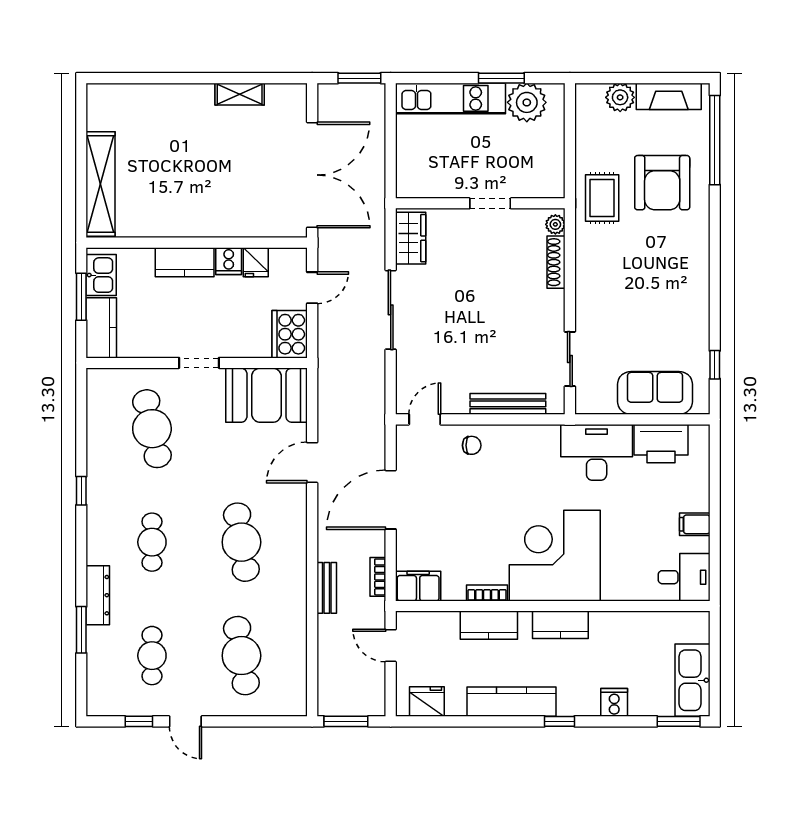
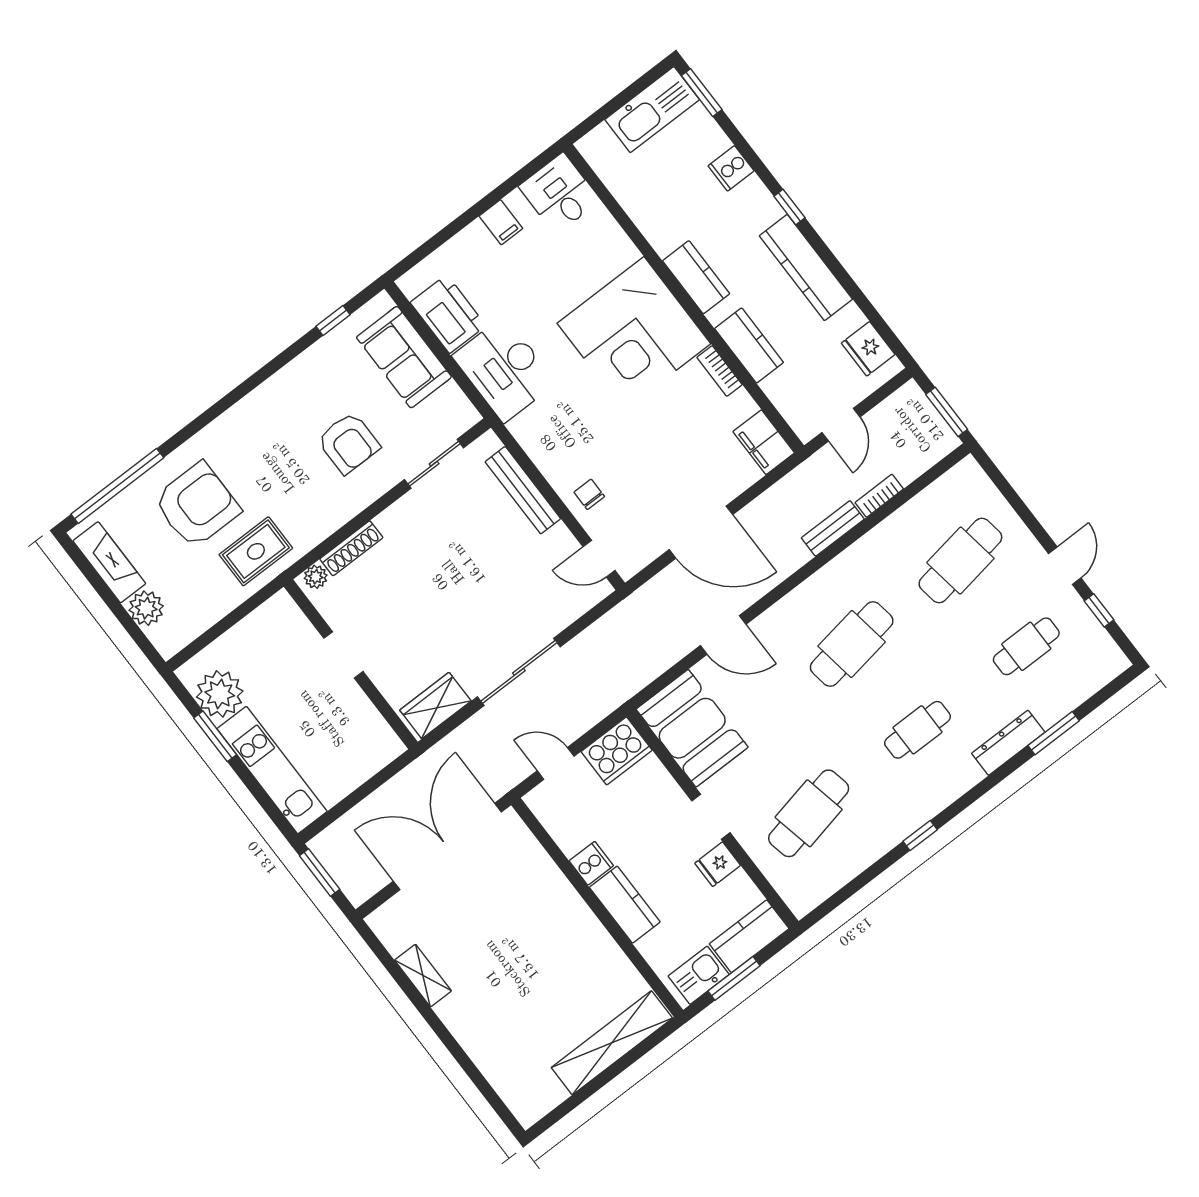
fridge: (256, 262) -> (718, 864), moved, turned 180
armchair: (627, 313) -> (348, 443), added
bookcase: (378, 577) -> (879, 496), moved, turned 180

